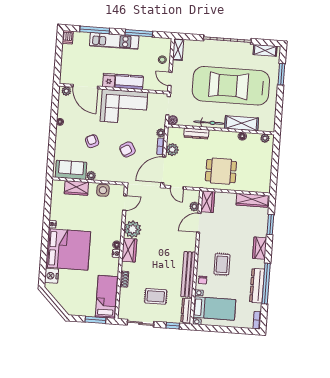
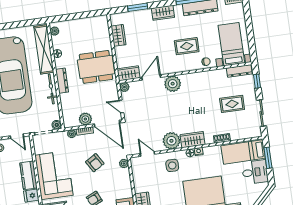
door: (170, 79) -> (17, 136), hinge flipped
shelving: (242, 123) -> (44, 49), width x1.47
dresser: (196, 134) -> (62, 81), moved
dining table: (221, 171) -> (96, 67), width x1.38
plant: (91, 176) -> (124, 164), moved
door: (177, 187) -> (121, 106), swing flipped
side table: (103, 190) -> (172, 165), moved
wardrobe: (252, 200) -> (118, 35), width x0.67
plant: (194, 207) -> (124, 87), moved
door: (199, 223) -> (151, 77), swing flipped
plant: (188, 243) -> (173, 84), added
bench: (188, 274) -> (204, 77), removed
rug: (156, 296) -> (232, 104), turned 90
desk: (84, 304) -> (255, 172), added

